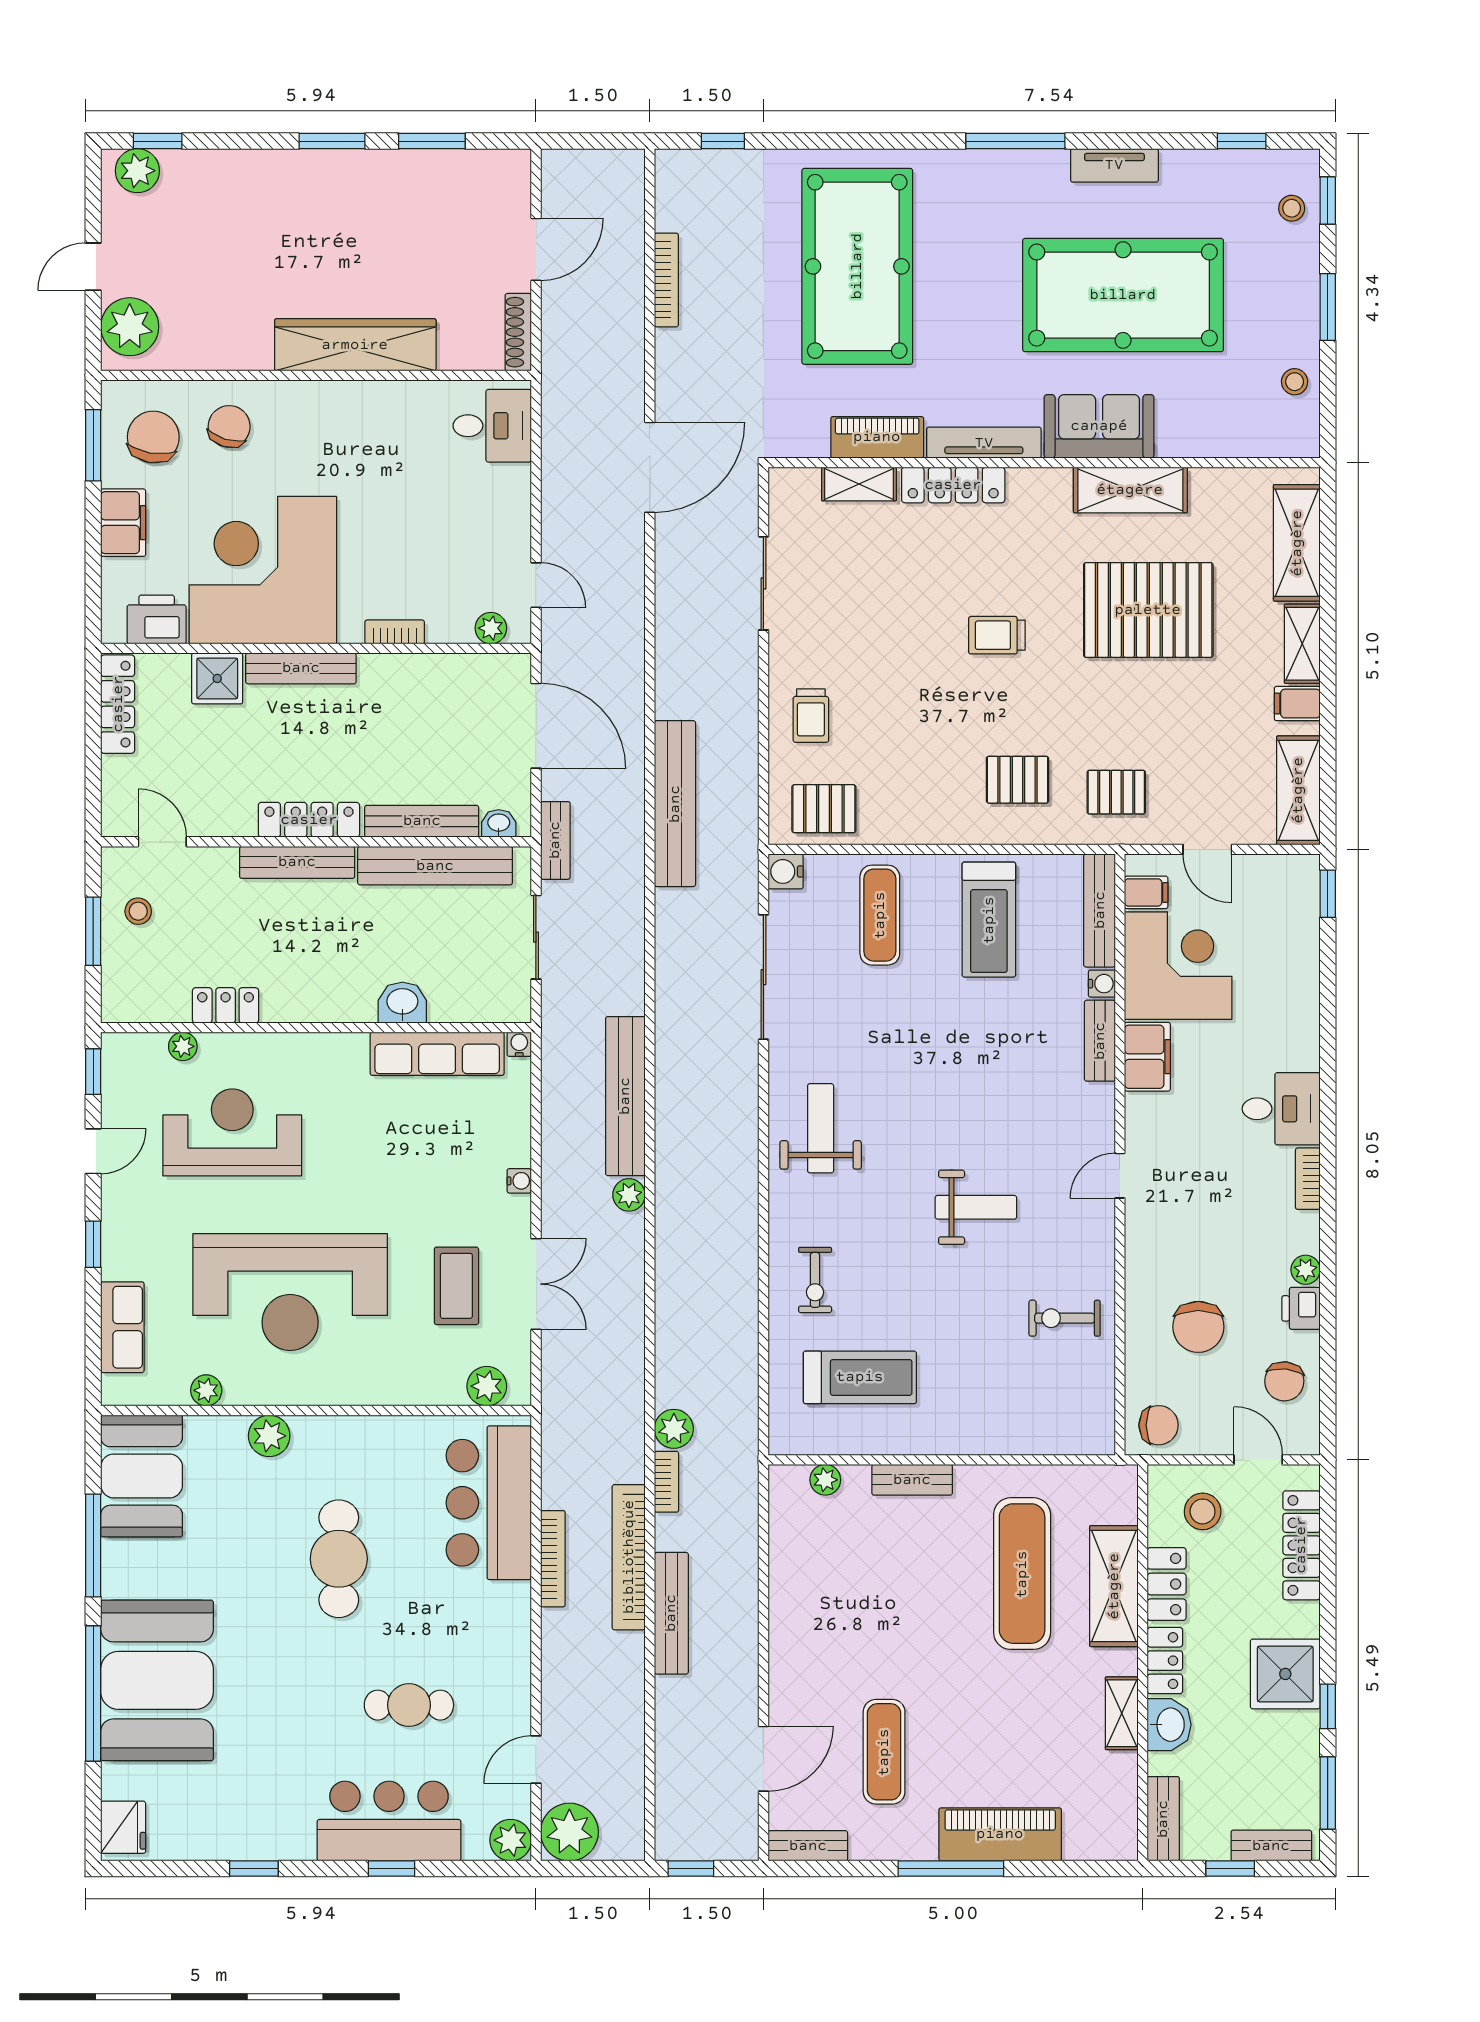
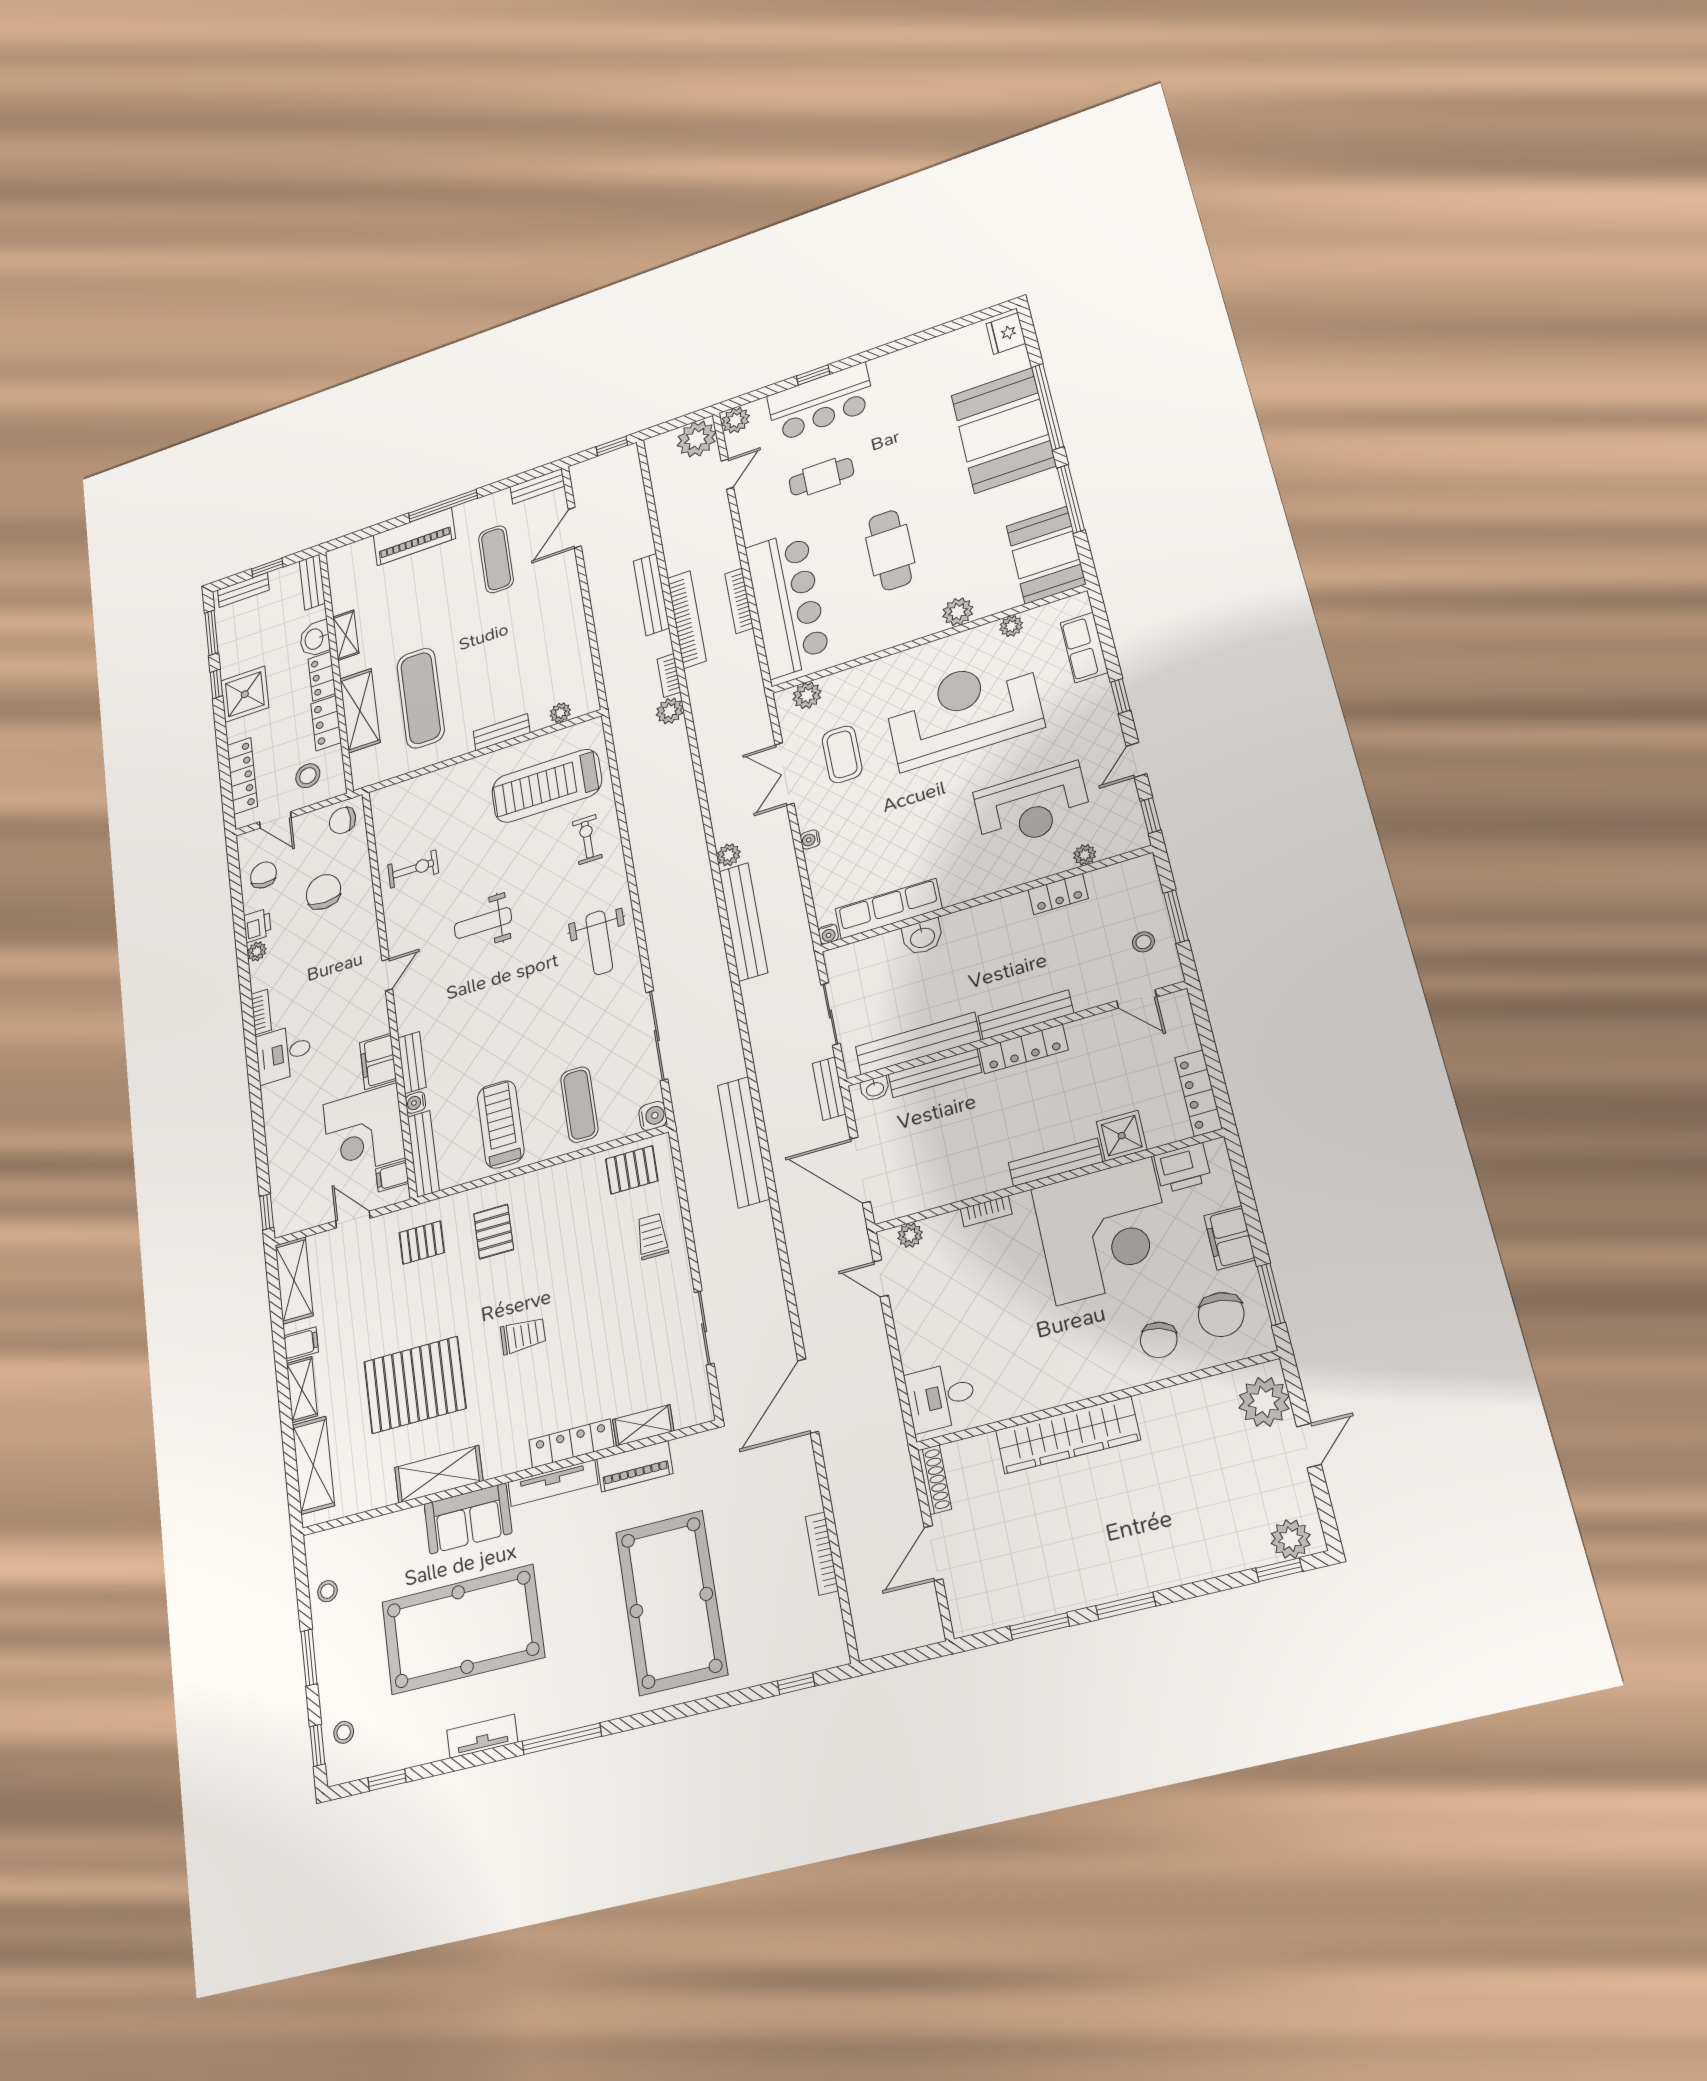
pallet: (1017, 780) -> (494, 1232), turned 90
treadmill: (860, 1377) -> (547, 786), width x1.37, depth x1.38
bar counter: (489, 1503) -> (787, 603), width x1.36
window: (254, 1869) -> (908, 341), removed

